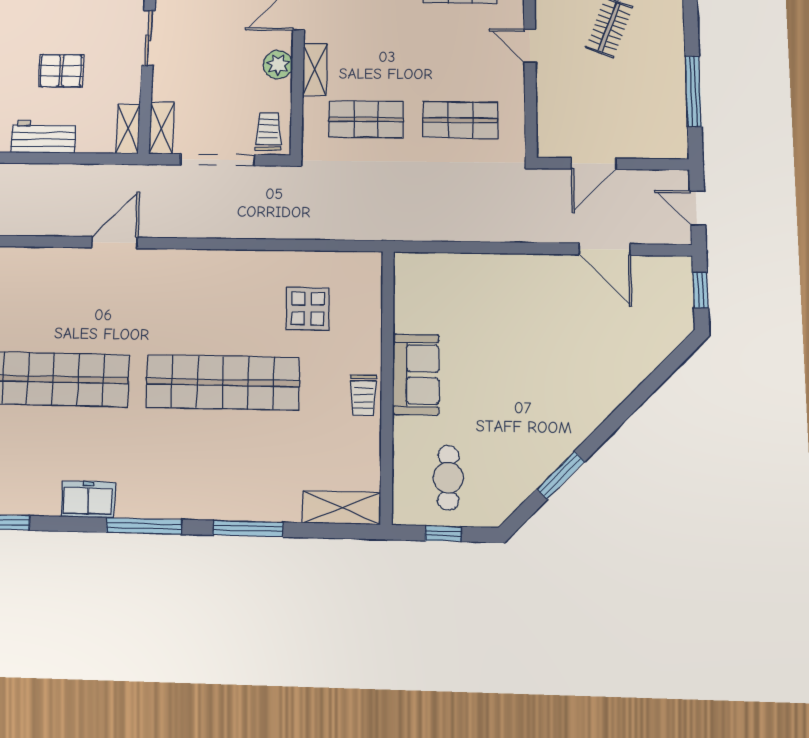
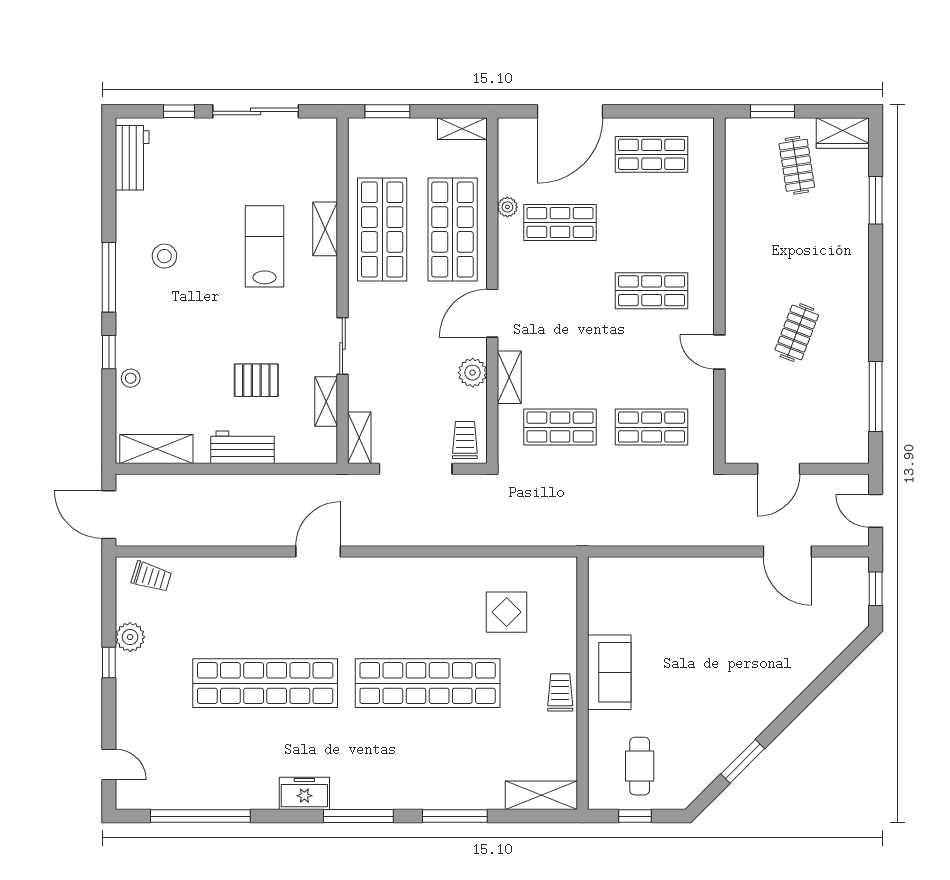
shelving: (128, 129) -> (326, 402), moved
trolley: (363, 395) -> (560, 692), turned 180

